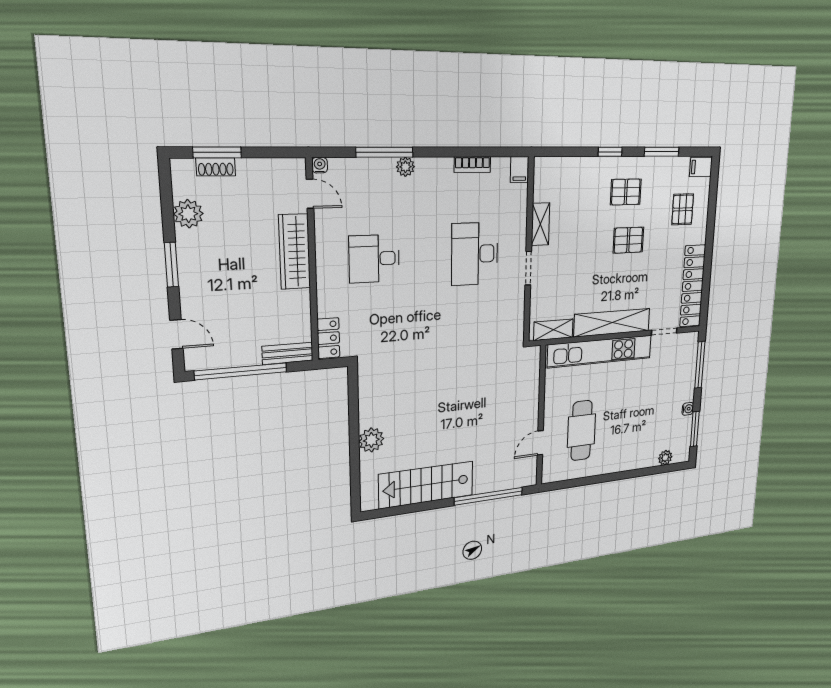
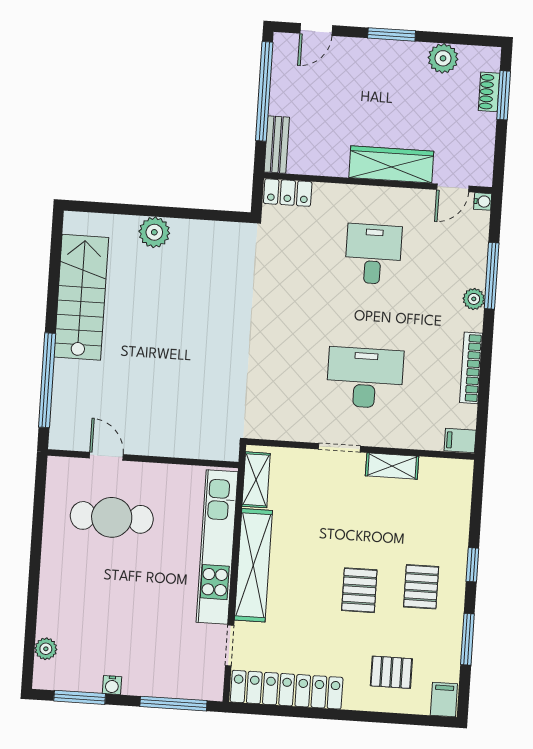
bookcase: (472, 165) -> (471, 368), width x1.56

